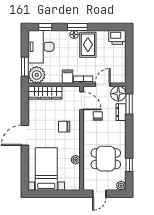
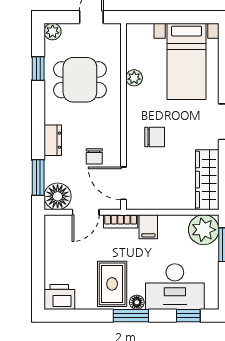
desk: (41, 47) -> (175, 287), moved, turned 90
wardrobe: (45, 93) -> (207, 180), moved, turned -90
dresser: (121, 112) -> (53, 140), moved

